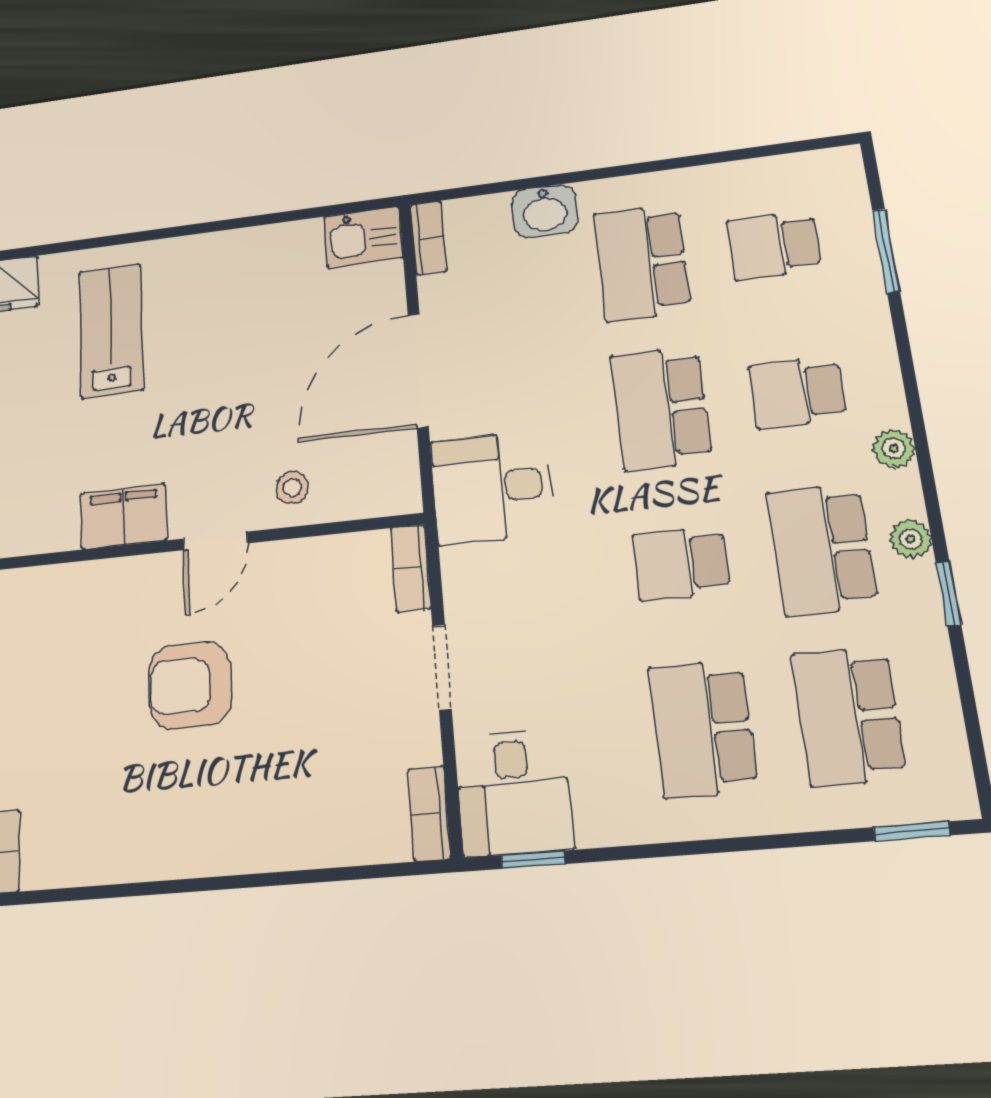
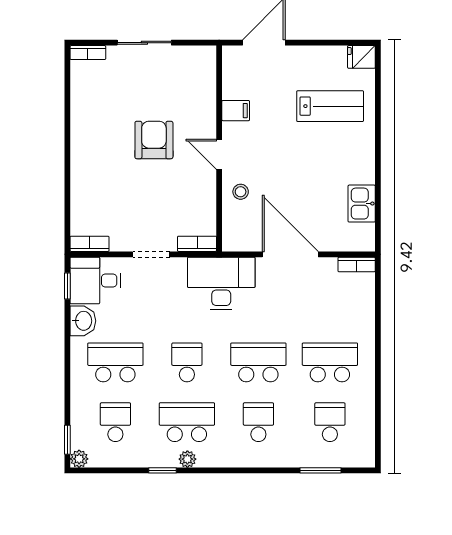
washbasin: (544, 211) -> (83, 321), moved, turned 180
kitchen sink: (363, 237) -> (362, 204), moved
plant: (894, 448) -> (79, 459), moved
desk: (492, 487) -> (221, 283), width x1.37
filing cabinet: (124, 517) -> (236, 111), width x0.50
school desk: (848, 716) -> (115, 422), width x0.54

